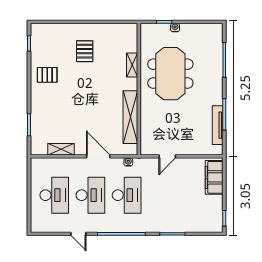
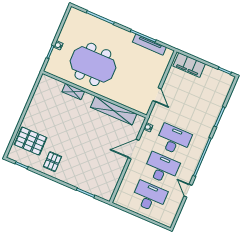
pallet: (85, 51) -> (31, 141), moved, width x1.50, depth x1.42
shelving: (61, 149) -> (115, 176), removed
door: (78, 234) -> (188, 191), swing flipped

